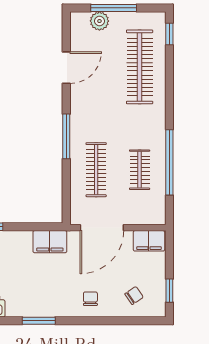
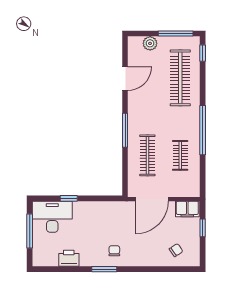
window: (114, 8) -> (176, 34), moved
window: (169, 162) -> (203, 130), moved
filing cabinet: (50, 242) -> (113, 210), removed
window: (169, 291) -> (203, 228), moved
chair: (90, 299) -> (114, 251), moved

